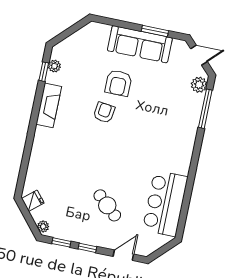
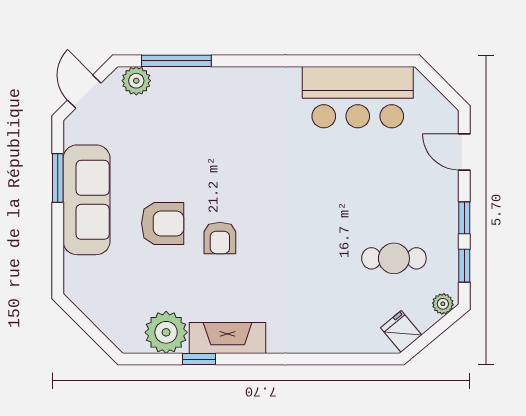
plant: (54, 66) -> (166, 332), width x1.87, depth x1.87
window: (44, 72) -> (199, 359), moved
armchair: (104, 113) -> (220, 238), turned -98
cafe table: (107, 205) -> (394, 258), moved, turned 48

